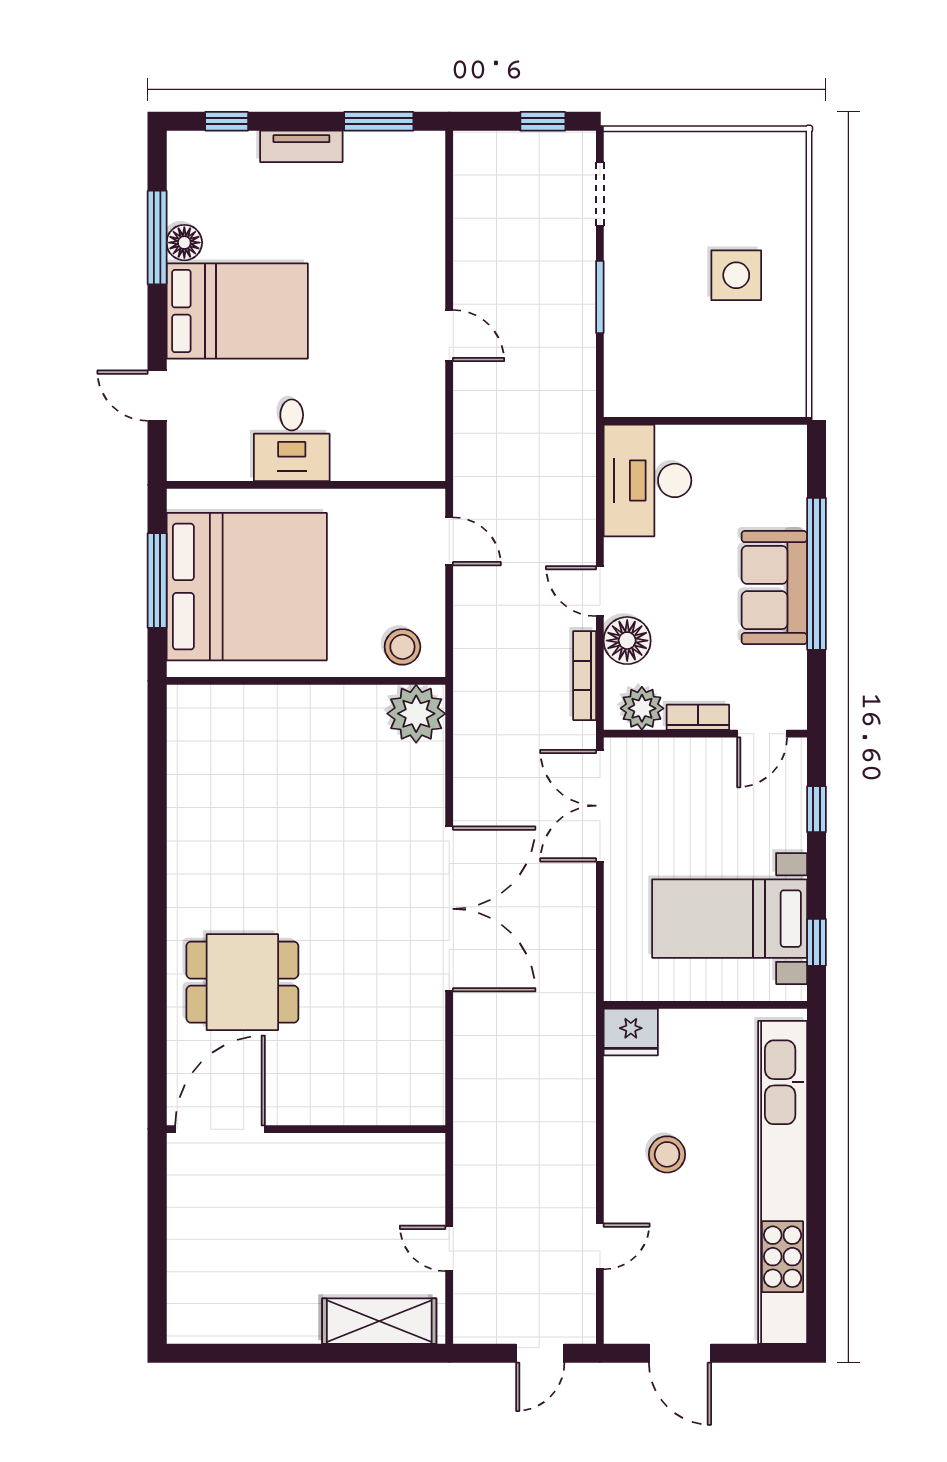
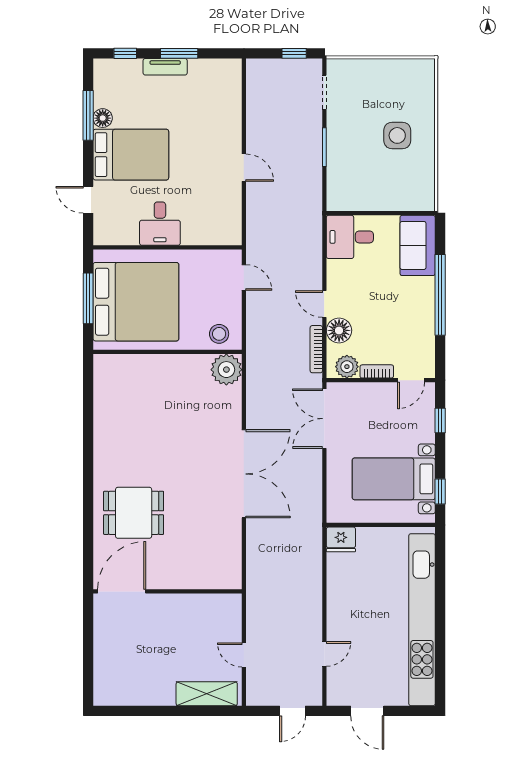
window: (379, 121) -> (179, 53), moved
desk: (647, 480) -> (350, 237), width x0.73
sofa: (774, 588) -> (418, 245), moved
stool: (667, 1154) -> (360, 605), removed

